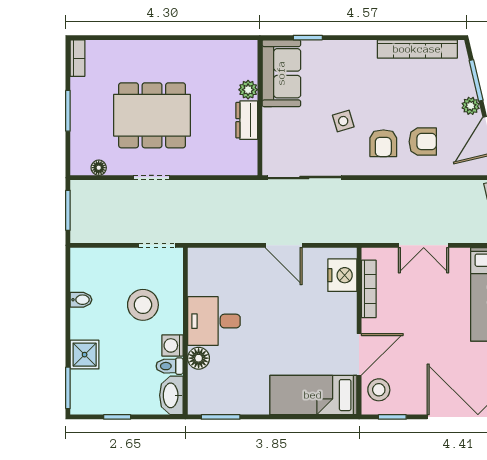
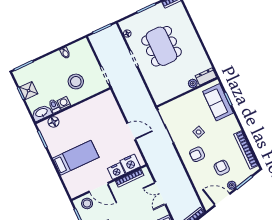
sofa: (281, 73) -> (218, 102), moved, turned 90
dresser: (247, 120) -> (206, 76), moved
armchair: (423, 142) -> (222, 168), moved, turned 180
door: (284, 245) -> (131, 131), swing flipped
nightstand: (344, 308) -> (116, 171), added
desk: (214, 321) -> (83, 116), removed
shower: (85, 355) -> (29, 91), moved
floor lamp: (199, 358) -> (53, 122), moved
bed: (313, 395) -> (76, 158), moved, turned 90

